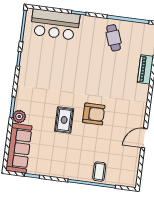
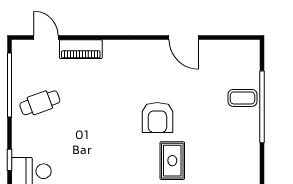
armchair: (94, 114) -> (157, 118), turned 180
rug: (64, 120) -> (172, 161), turned 90

